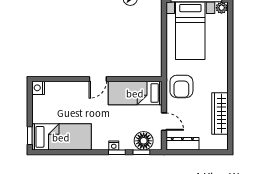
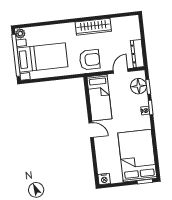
wardrobe: (220, 113) -> (93, 27), moved
bed: (61, 137) -> (137, 156), width x1.50

